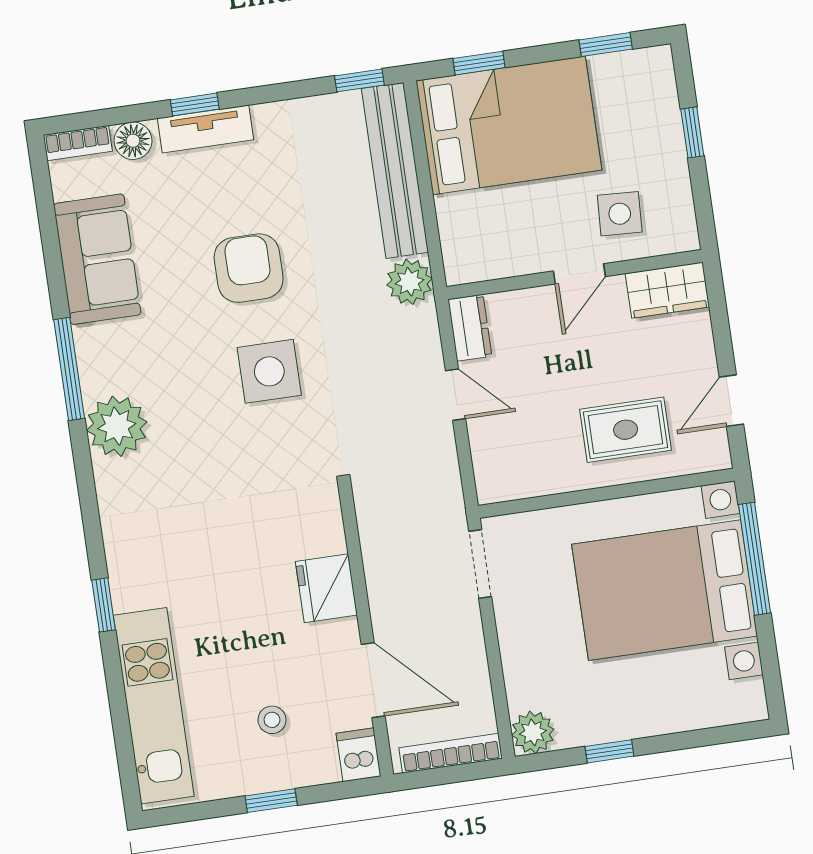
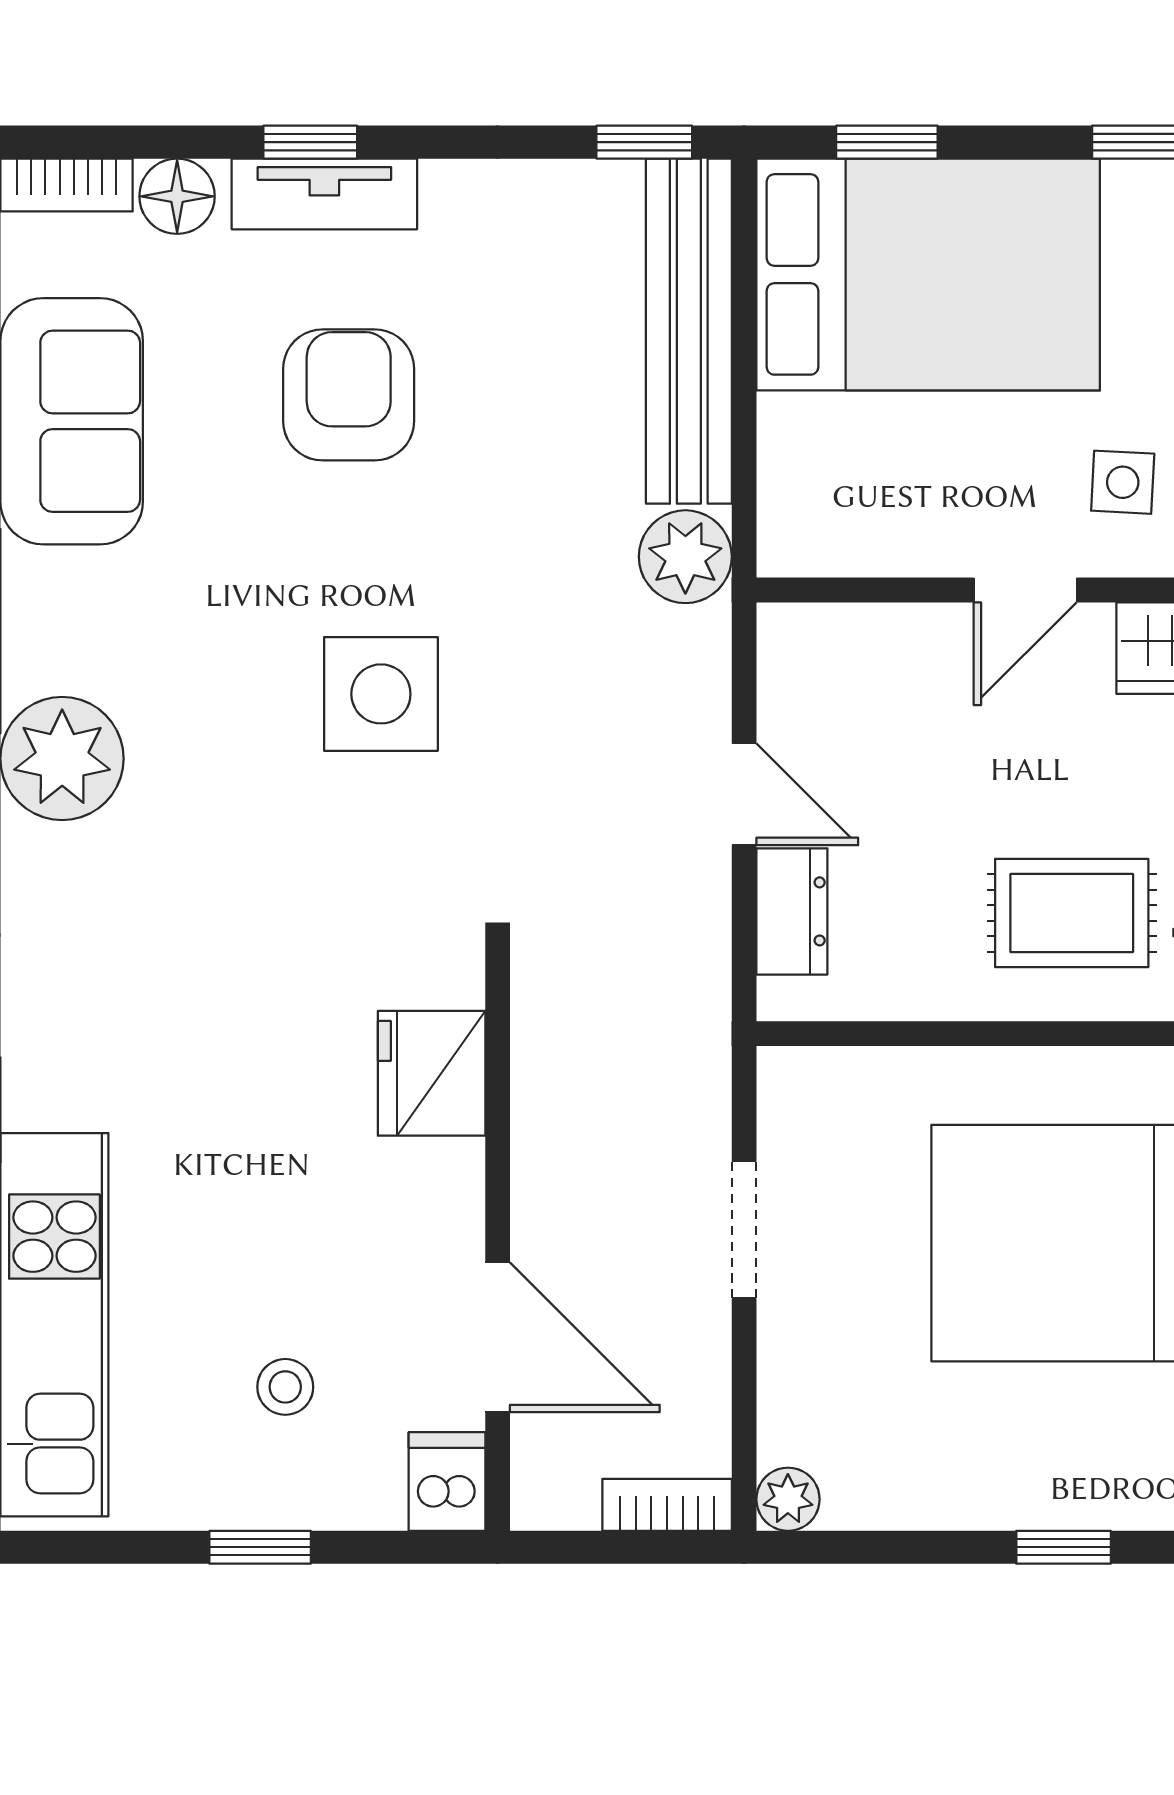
side table: (620, 214) -> (1123, 482), width x0.73, depth x0.73
armchair: (249, 268) -> (349, 395), moved
dresser: (470, 328) -> (792, 911), moved
doorway: (480, 564) -> (744, 1230), moved
fridge: (326, 588) -> (432, 1073), moved
plant: (533, 732) -> (788, 1499), width x0.73, depth x0.73
window: (609, 751) -> (1064, 1547), moved
bookcase: (451, 753) -> (667, 1505), width x0.64

